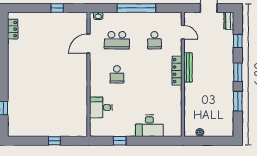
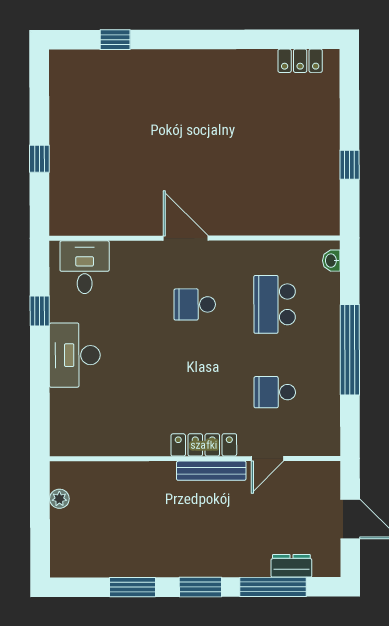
dresser: (229, 21) -> (291, 566), moved
door: (183, 32) -> (267, 458), moved
window: (238, 41) -> (273, 587), width x2.17
door: (88, 44) -> (186, 238), moved
desk: (101, 107) -> (85, 267), moved
desk: (149, 126) -> (75, 355), moved

